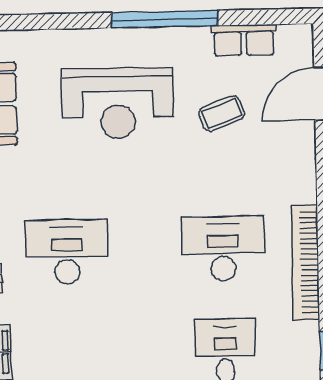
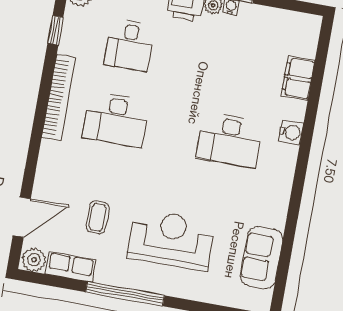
plant: (295, 40) -> (34, 260), added
coffee table: (221, 114) -> (98, 217), turned -70

